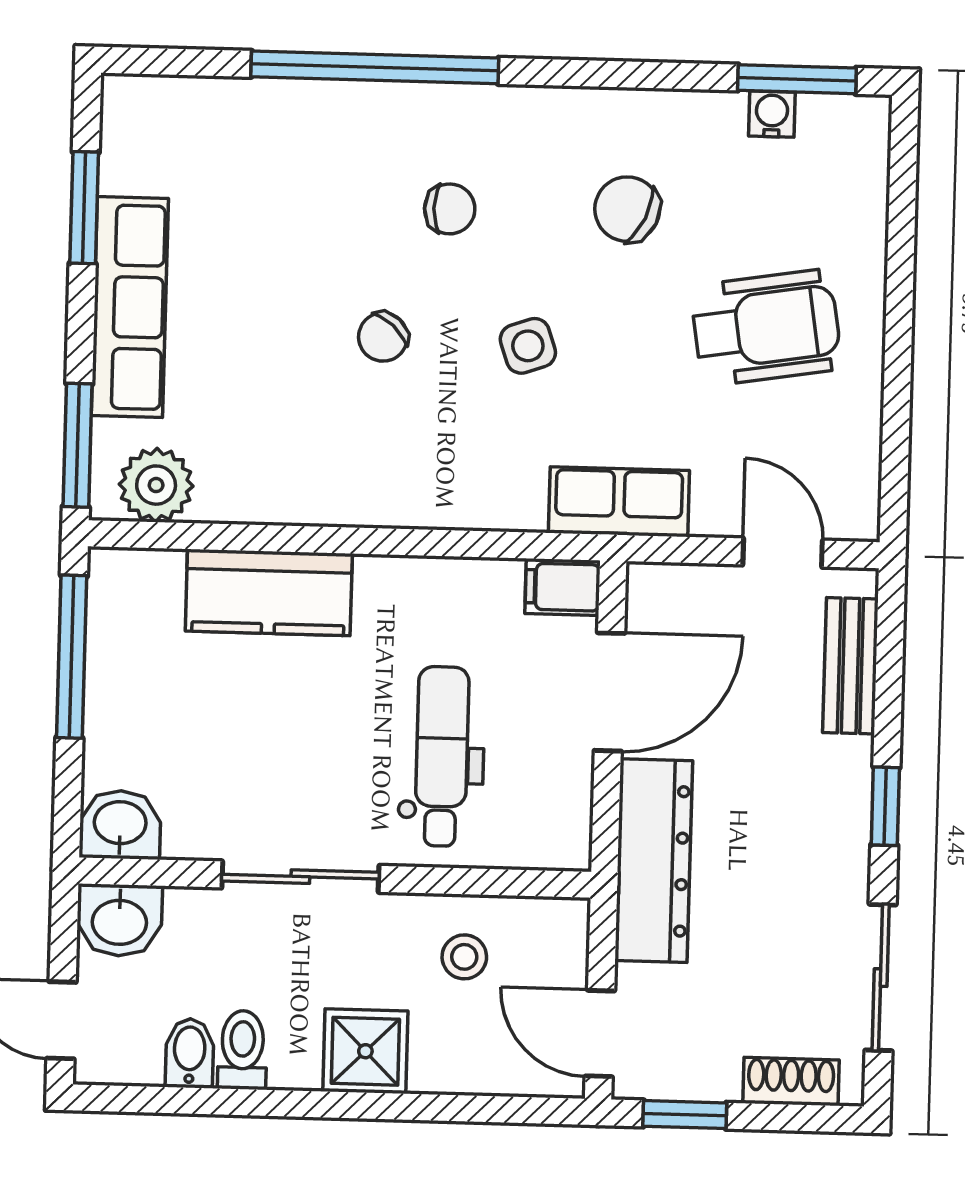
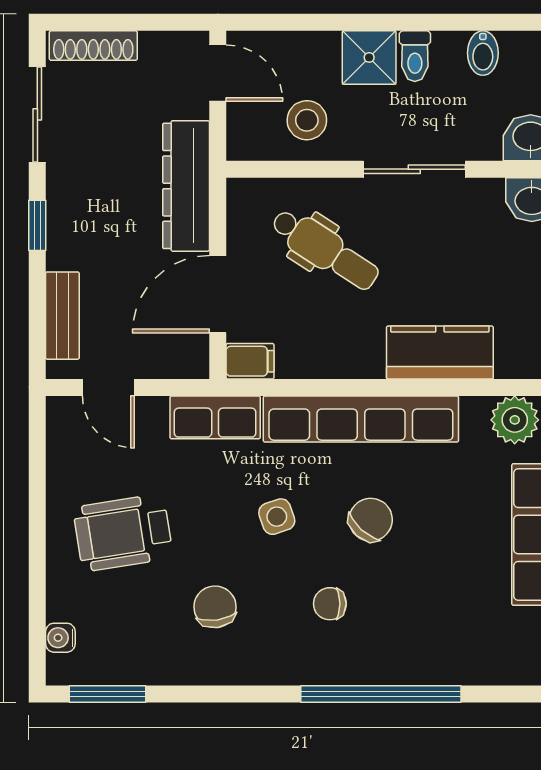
water cooler: (772, 114) -> (60, 638), moved, turned 90
chair: (627, 209) -> (215, 607), turned -123
chair: (383, 337) -> (371, 520), width x1.37, depth x1.37
row of seats: (394, 493) -> (361, 419), added
dental chair: (442, 756) -> (325, 250), turned -57
stool: (464, 957) -> (307, 120), width x1.37, depth x1.37
toilet: (242, 1050) -> (415, 56), moved
shoe rack: (791, 1082) -> (93, 46), width x1.43
window: (685, 1115) -> (161, 22), removed

